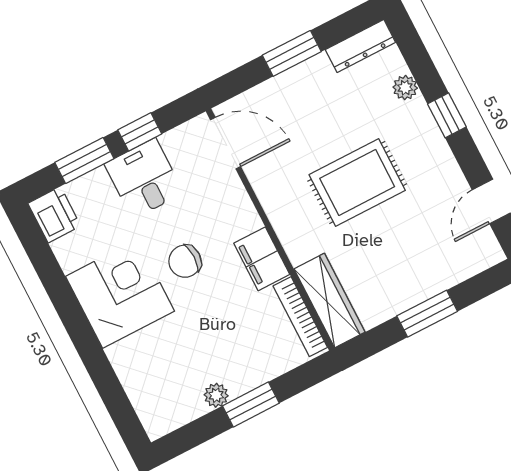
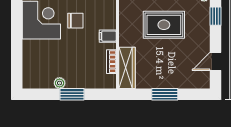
filing cabinet: (262, 259) -> (108, 36), width x0.50
chair: (185, 261) -> (75, 21), turned 180
bookcase: (300, 317) -> (111, 62), width x0.64

